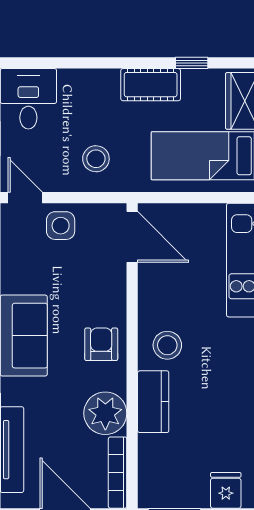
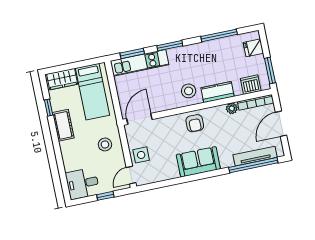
armchair: (101, 344) -> (195, 123), turned -90
plant: (105, 413) -> (232, 108), width x0.53, depth x0.53
dishwasher: (154, 470) -> (251, 85), added

